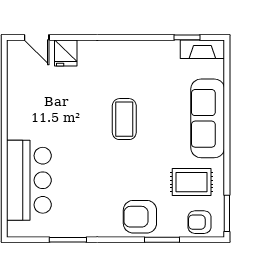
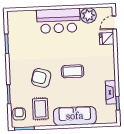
fireplace: (202, 49) -> (111, 92), moved
plant: (21, 85) -> (88, 15), added
bar counter: (29, 180) -> (58, 21), moved
armchair: (140, 217) -> (41, 78), moved, turned -74

